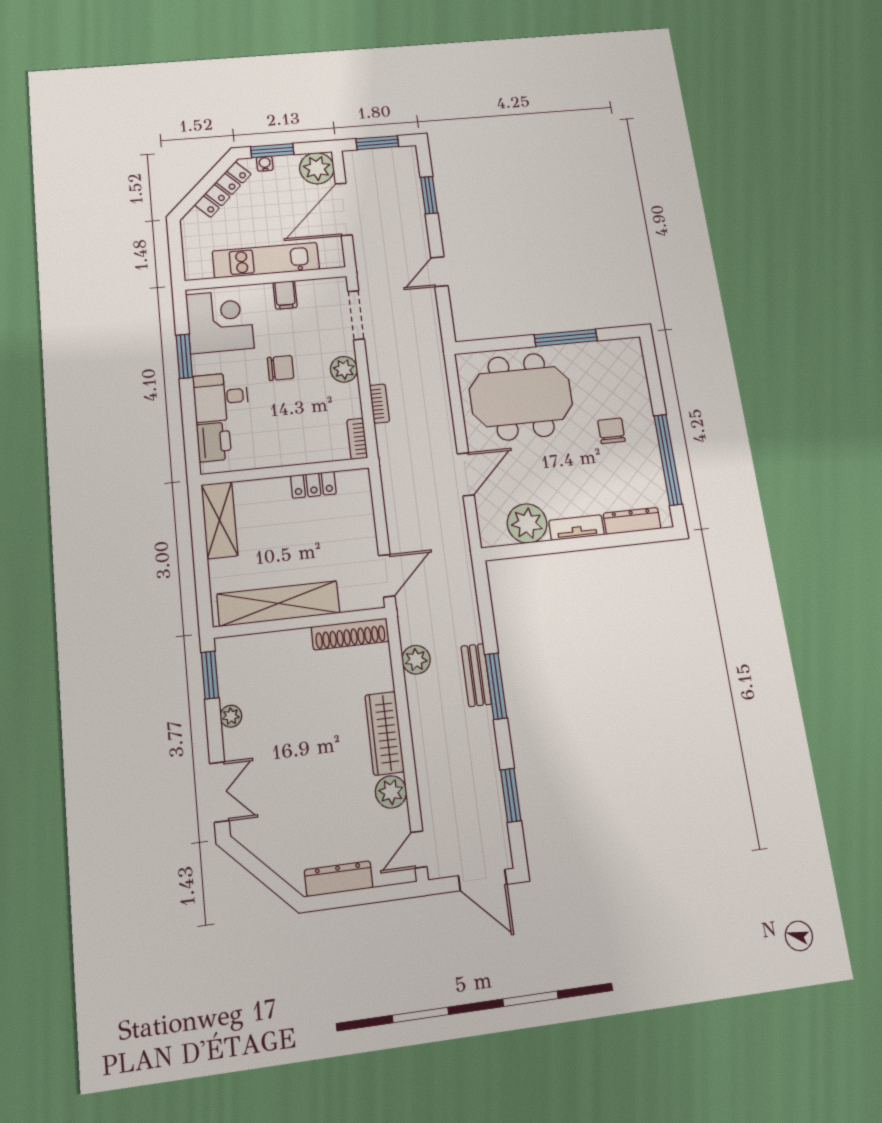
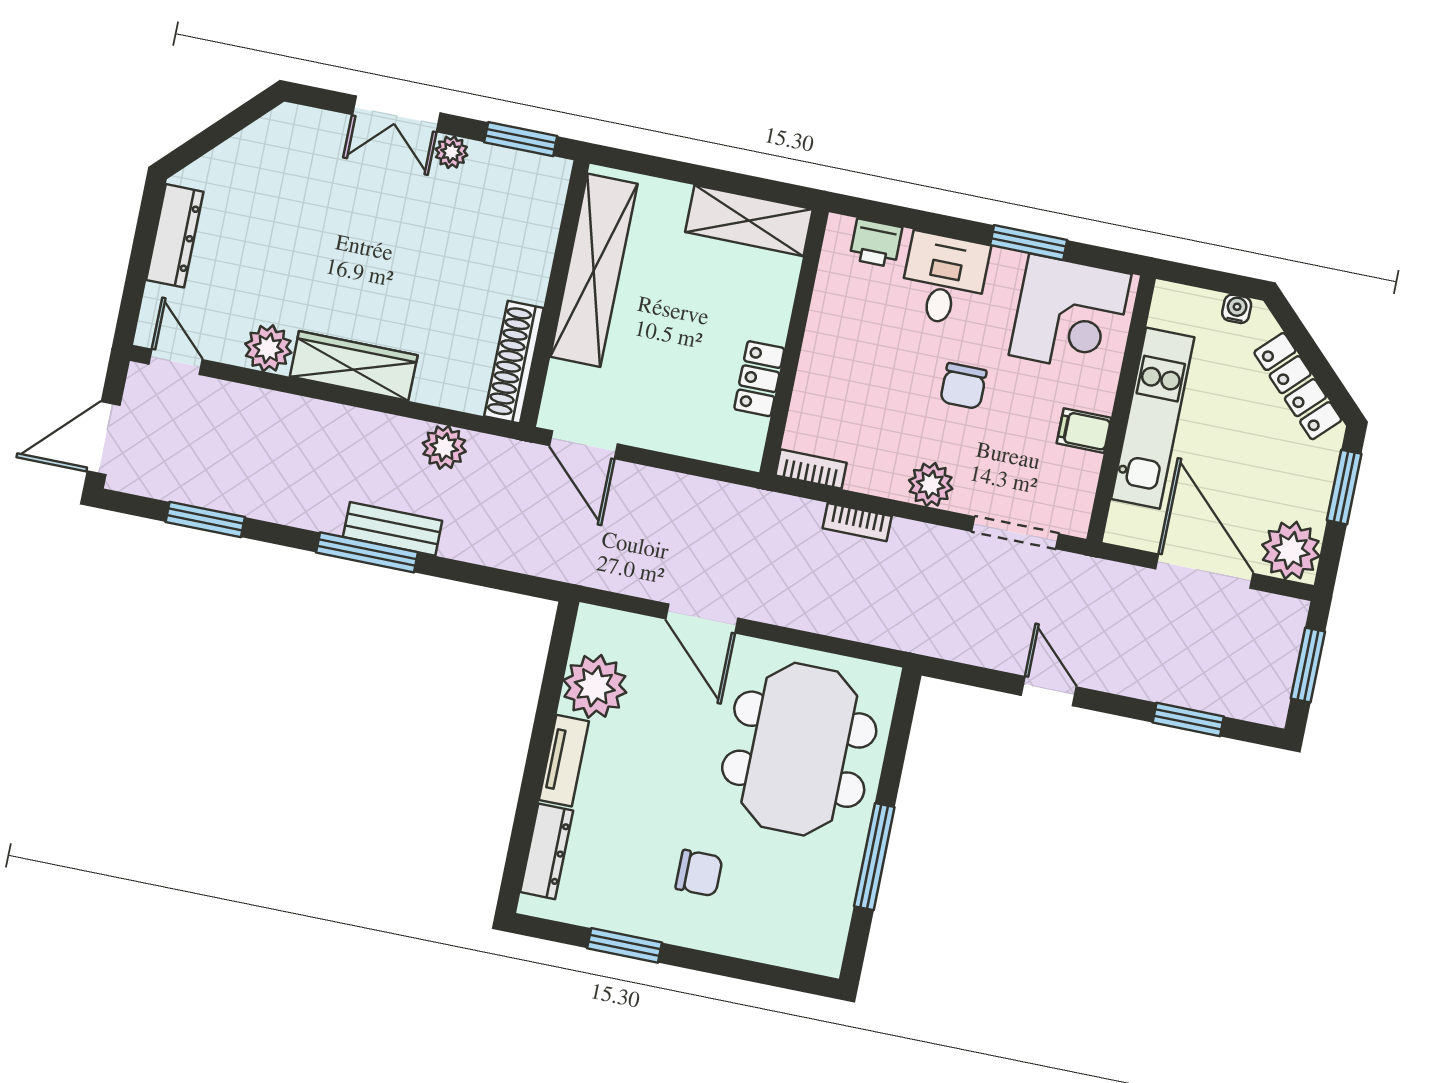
water cooler: (265, 164) -> (1237, 309), moved, turned -90
printer: (214, 442) -> (876, 243), width x0.73, depth x0.81
window: (668, 460) -> (625, 945), width x0.47
double door: (219, 792) -> (396, 114), moved

